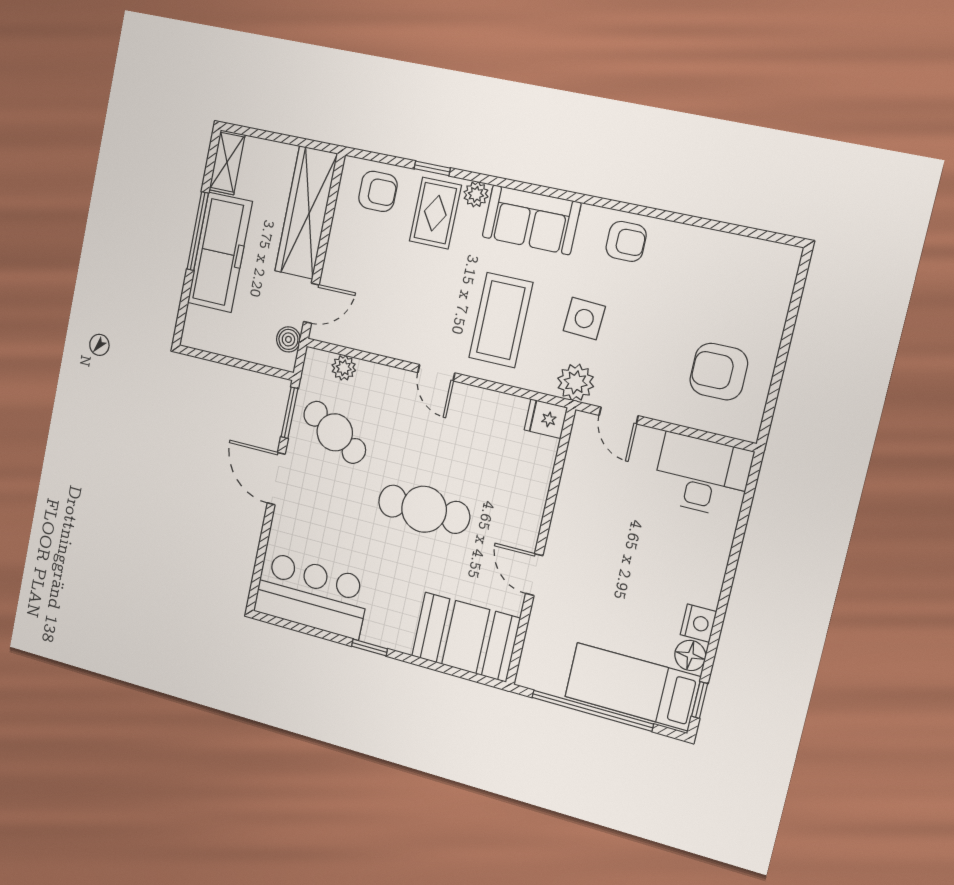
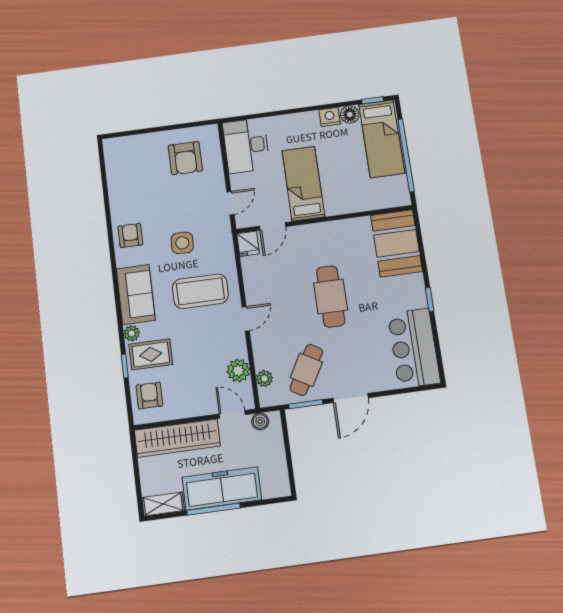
plant: (576, 382) -> (238, 371), moved
bed: (607, 539) -> (303, 184), added
door: (534, 575) -> (273, 226), moved

